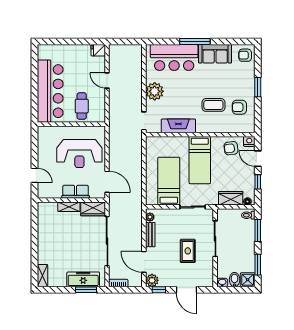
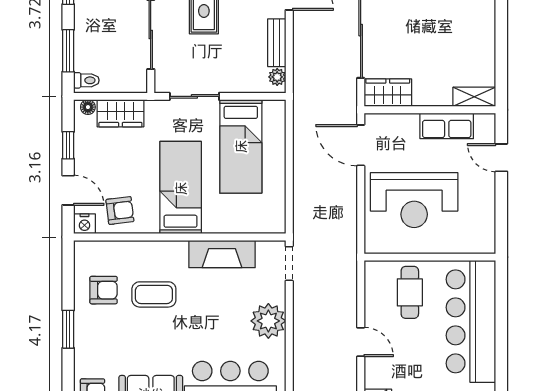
reception desk: (79, 154) -> (414, 200), turned 180
row of seats: (76, 192) -> (447, 126), moved
shelving: (69, 207) -> (474, 97), moved

